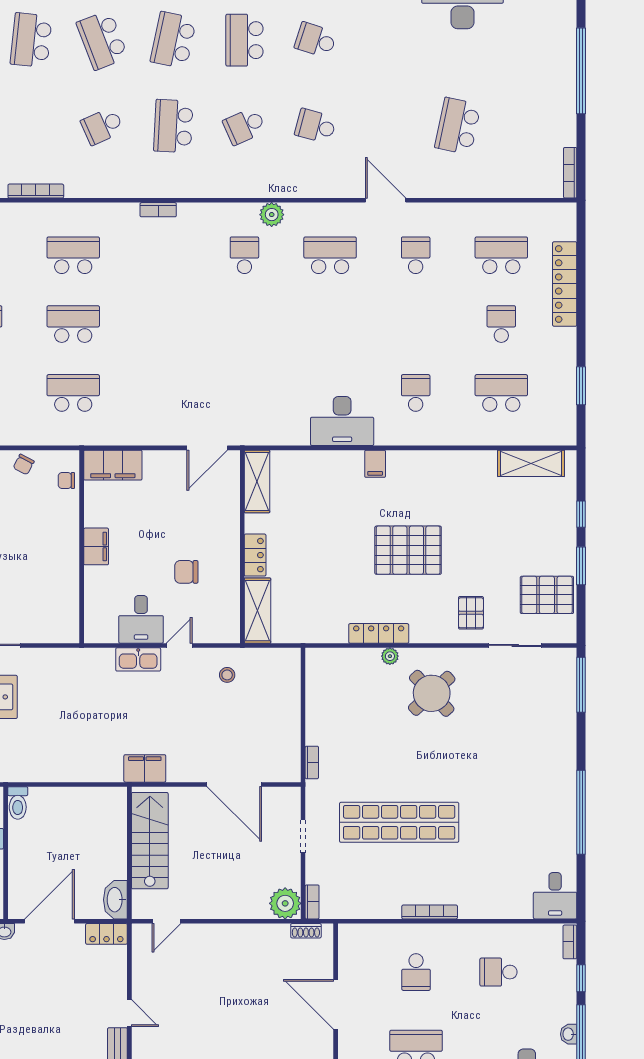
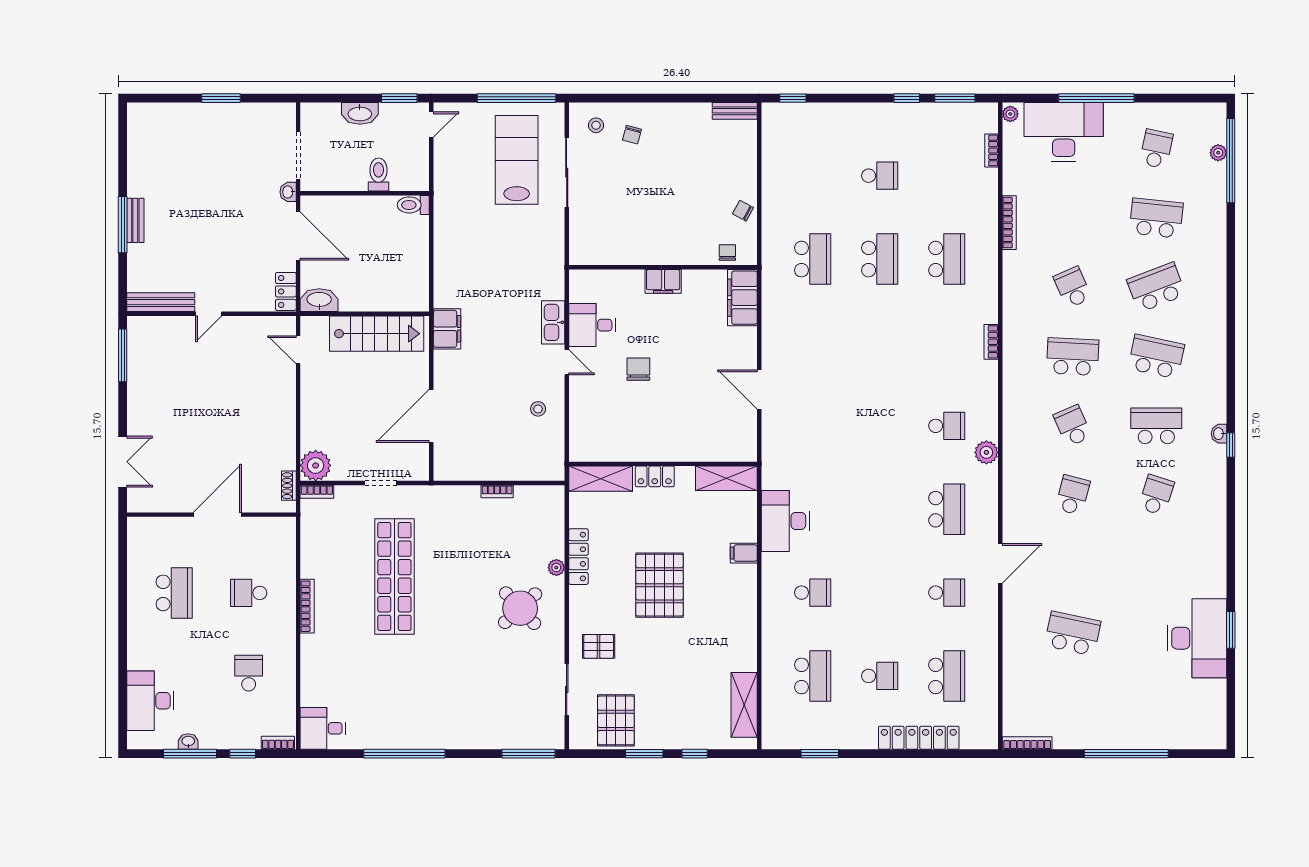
shelving: (257, 482) -> (726, 478), moved
wall: (242, 547) -> (663, 464), moved
locker: (255, 555) -> (655, 476), moved
shelving: (258, 611) -> (601, 479), moved
bookcase: (312, 762) -> (497, 491), moved

